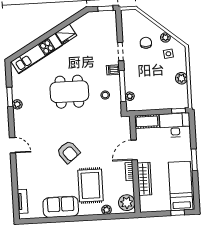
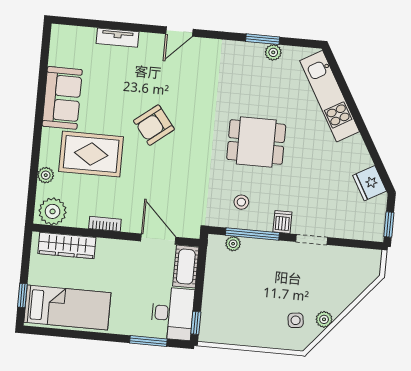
fridge: (66, 34) -> (370, 183), moved
chair: (146, 43) -> (320, 285), removed
plant: (181, 78) -> (251, 336), removed
dining table: (69, 92) -> (256, 142), width x0.73
plant: (17, 104) -> (273, 52), moved
door: (134, 150) -> (158, 239), moved
window: (194, 160) -> (148, 341), moved
wardrobe: (144, 179) -> (67, 246), moved
tv unit: (23, 201) -> (117, 38), moved

